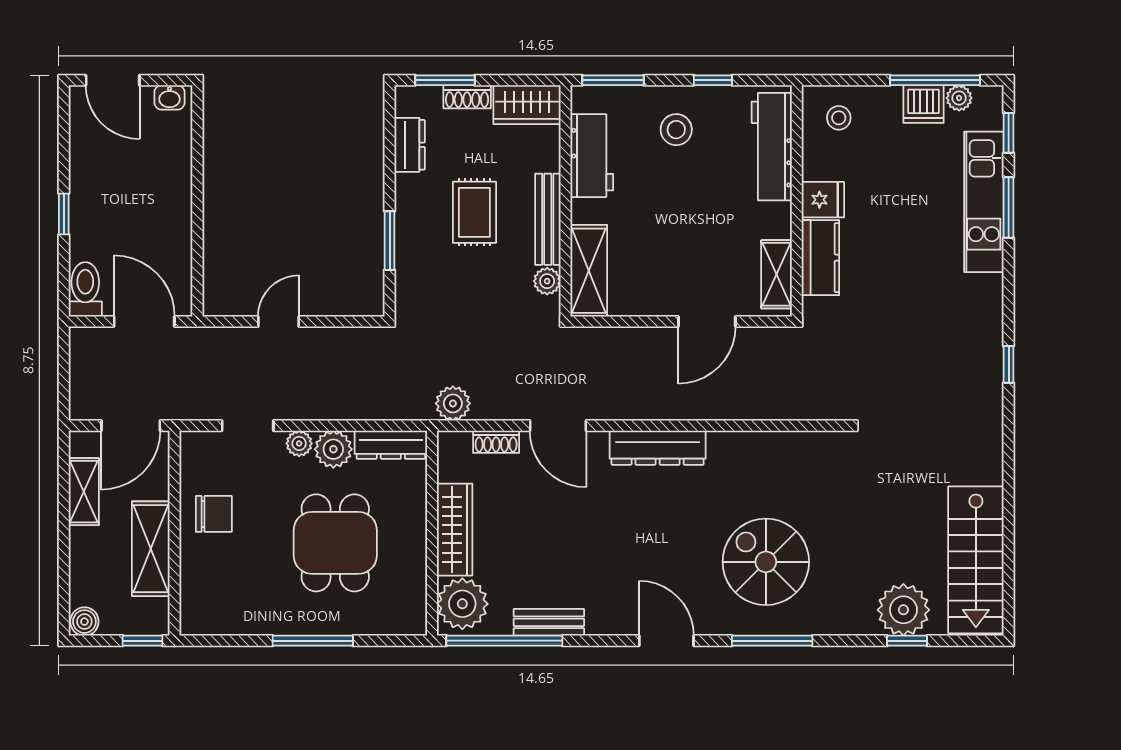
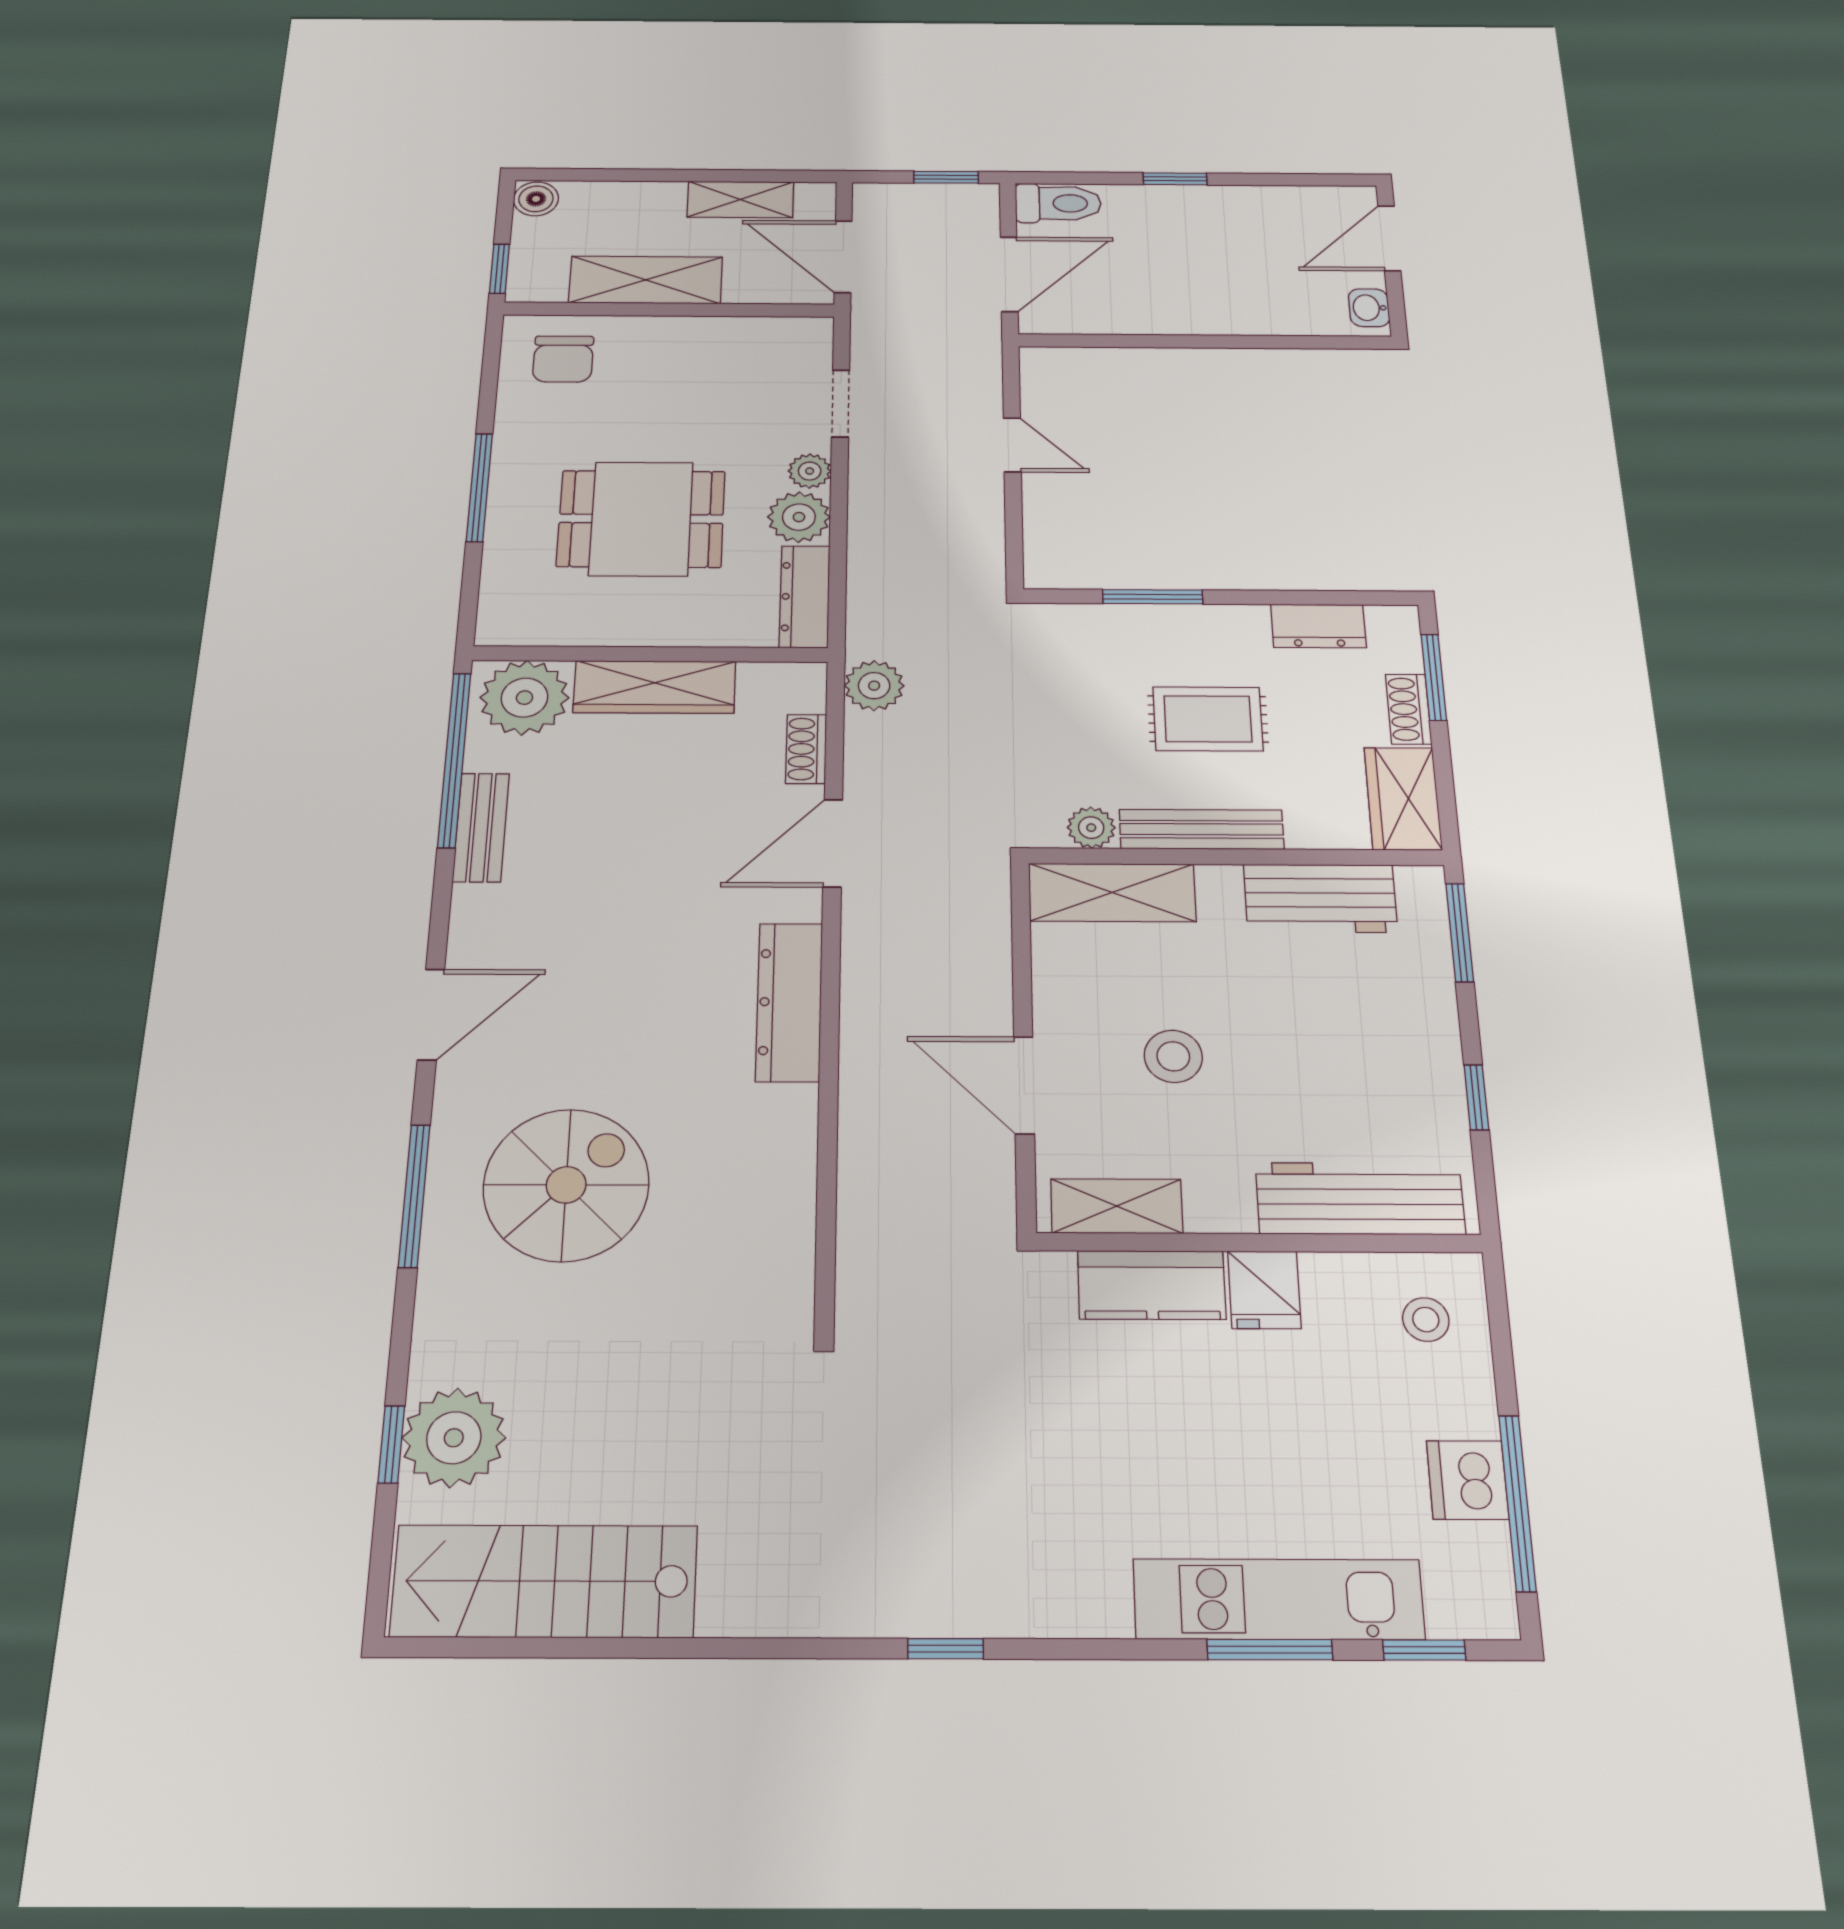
plant: (959, 98) -> (1486, 1550), removed
stool: (676, 130) -> (1173, 1056), moved
window: (64, 361) -> (946, 177), added
chair: (214, 514) -> (563, 359), moved

